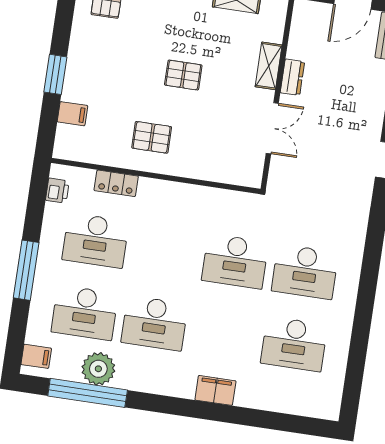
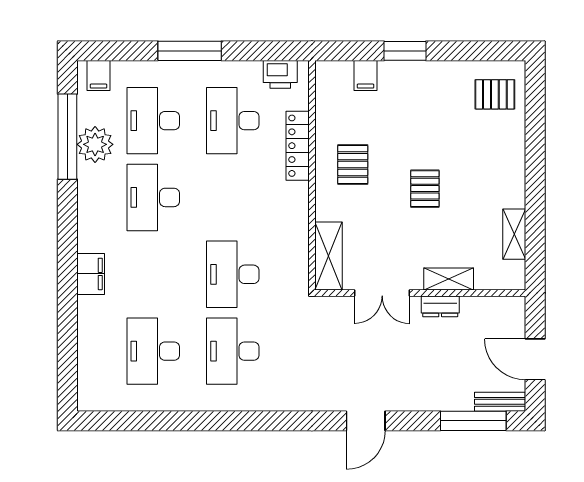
shelving: (231, 172) -> (328, 256), added
locker: (116, 183) -> (298, 146), width x1.53
printer: (57, 191) -> (280, 74), width x1.36, depth x1.24

